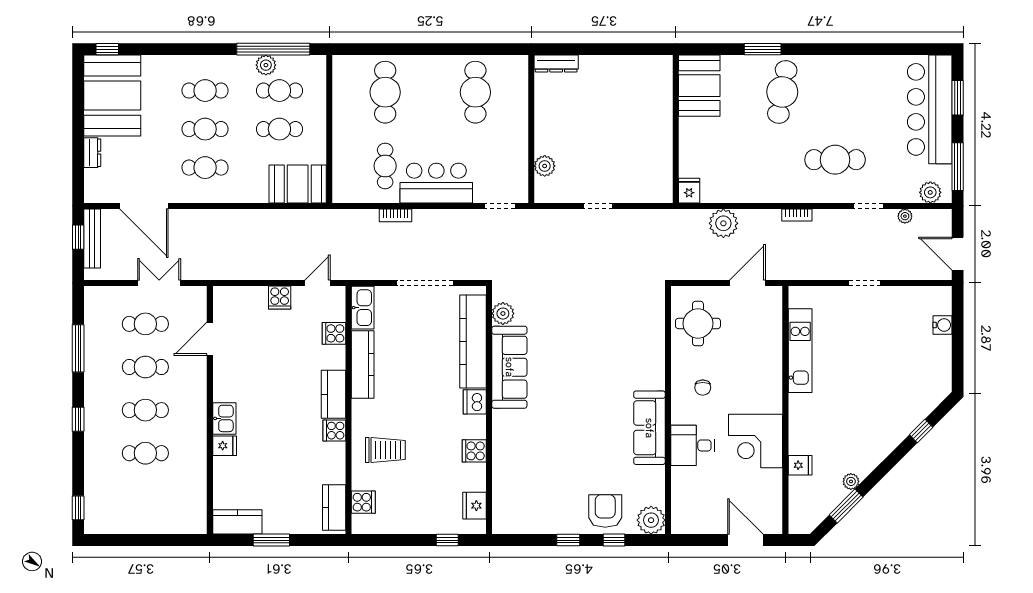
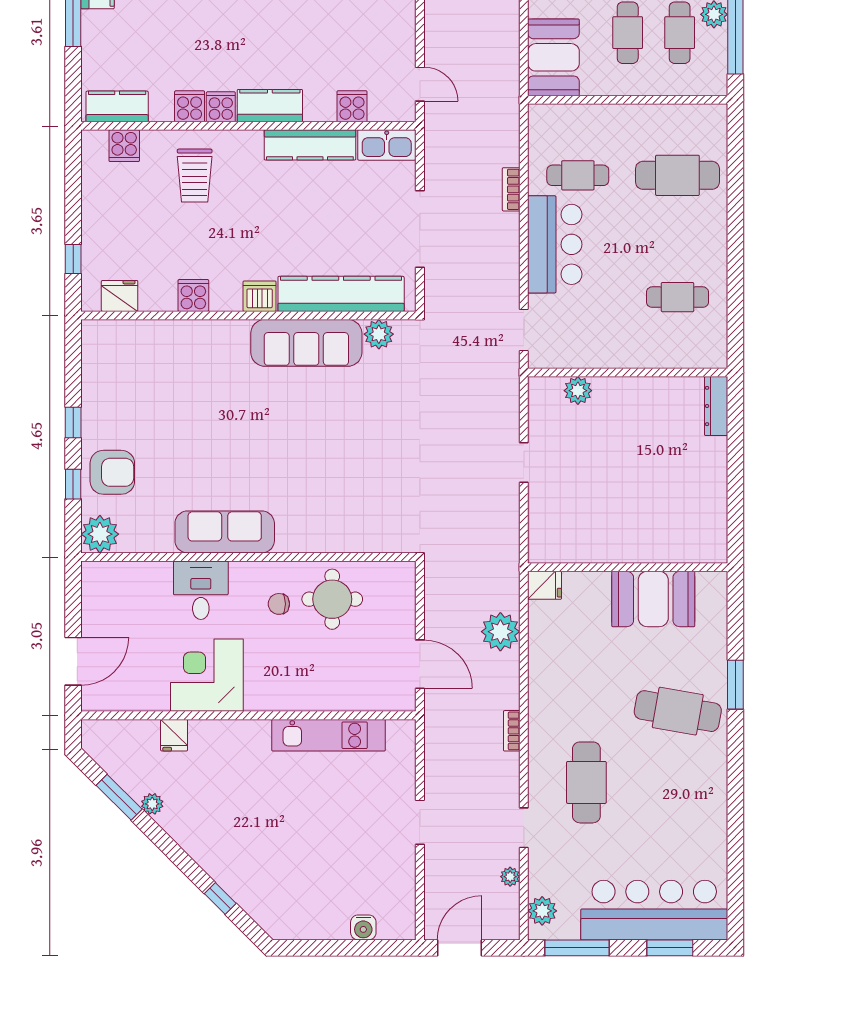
booth: (699, 86) -> (653, 599), moved
cafe table: (475, 92) -> (677, 297), width x0.73, depth x0.74
cooker: (280, 298) -> (190, 106), moved, turned 90
round table: (698, 323) -> (332, 599), moved

